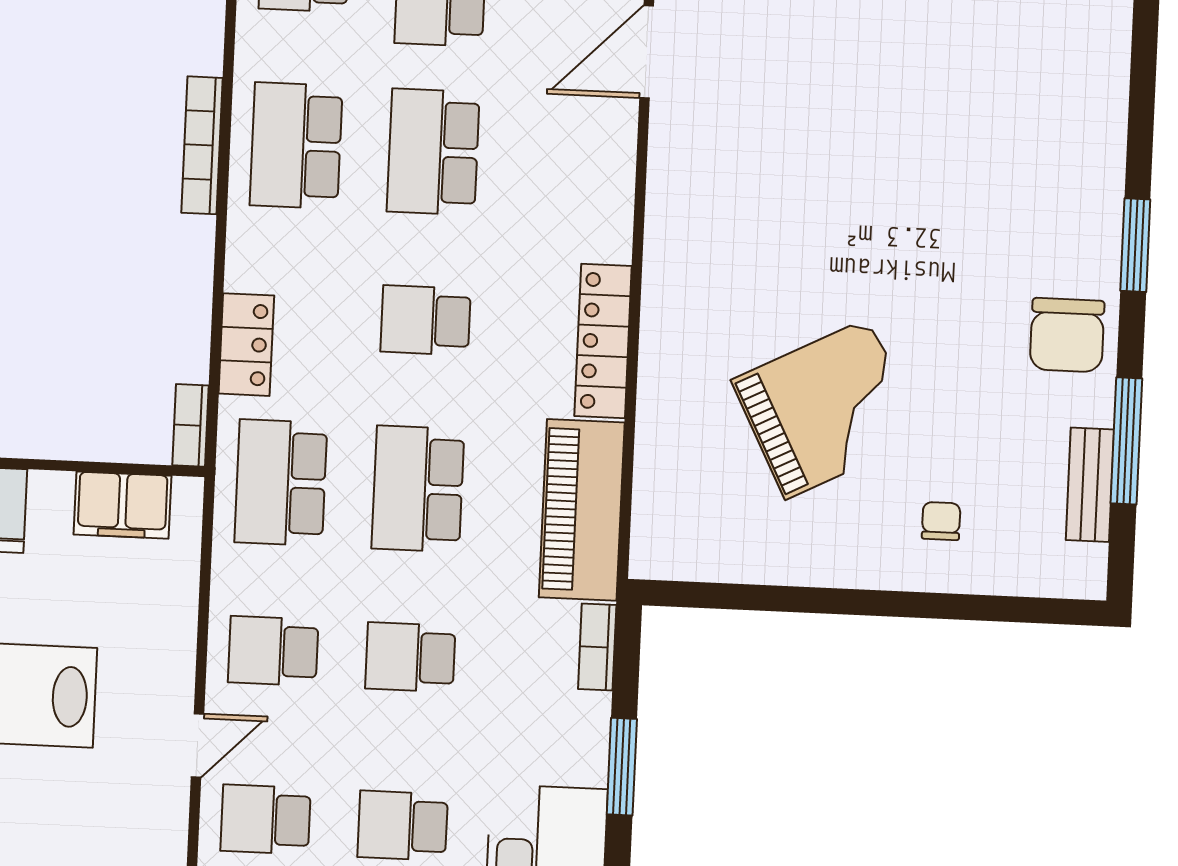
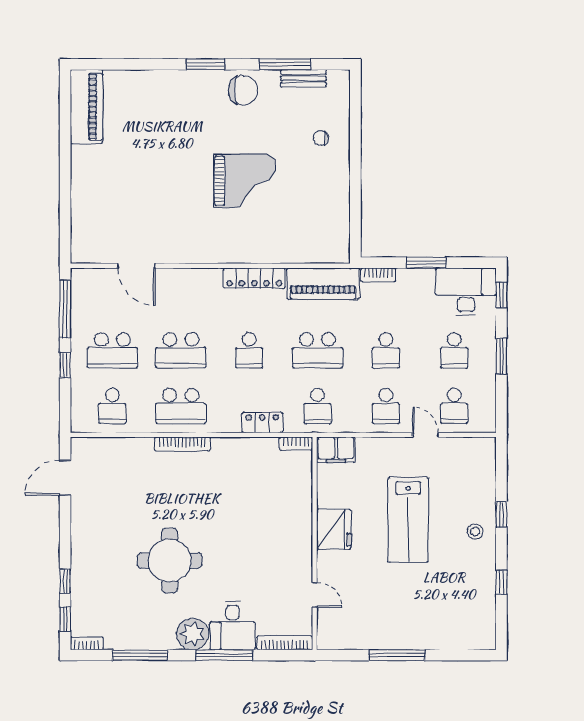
grand piano: (827, 409) -> (244, 181), moved, turned 117
school desk: (281, 483) -> (317, 406), width x0.54
filing cabinet: (122, 505) -> (336, 450), moved, turned 90

